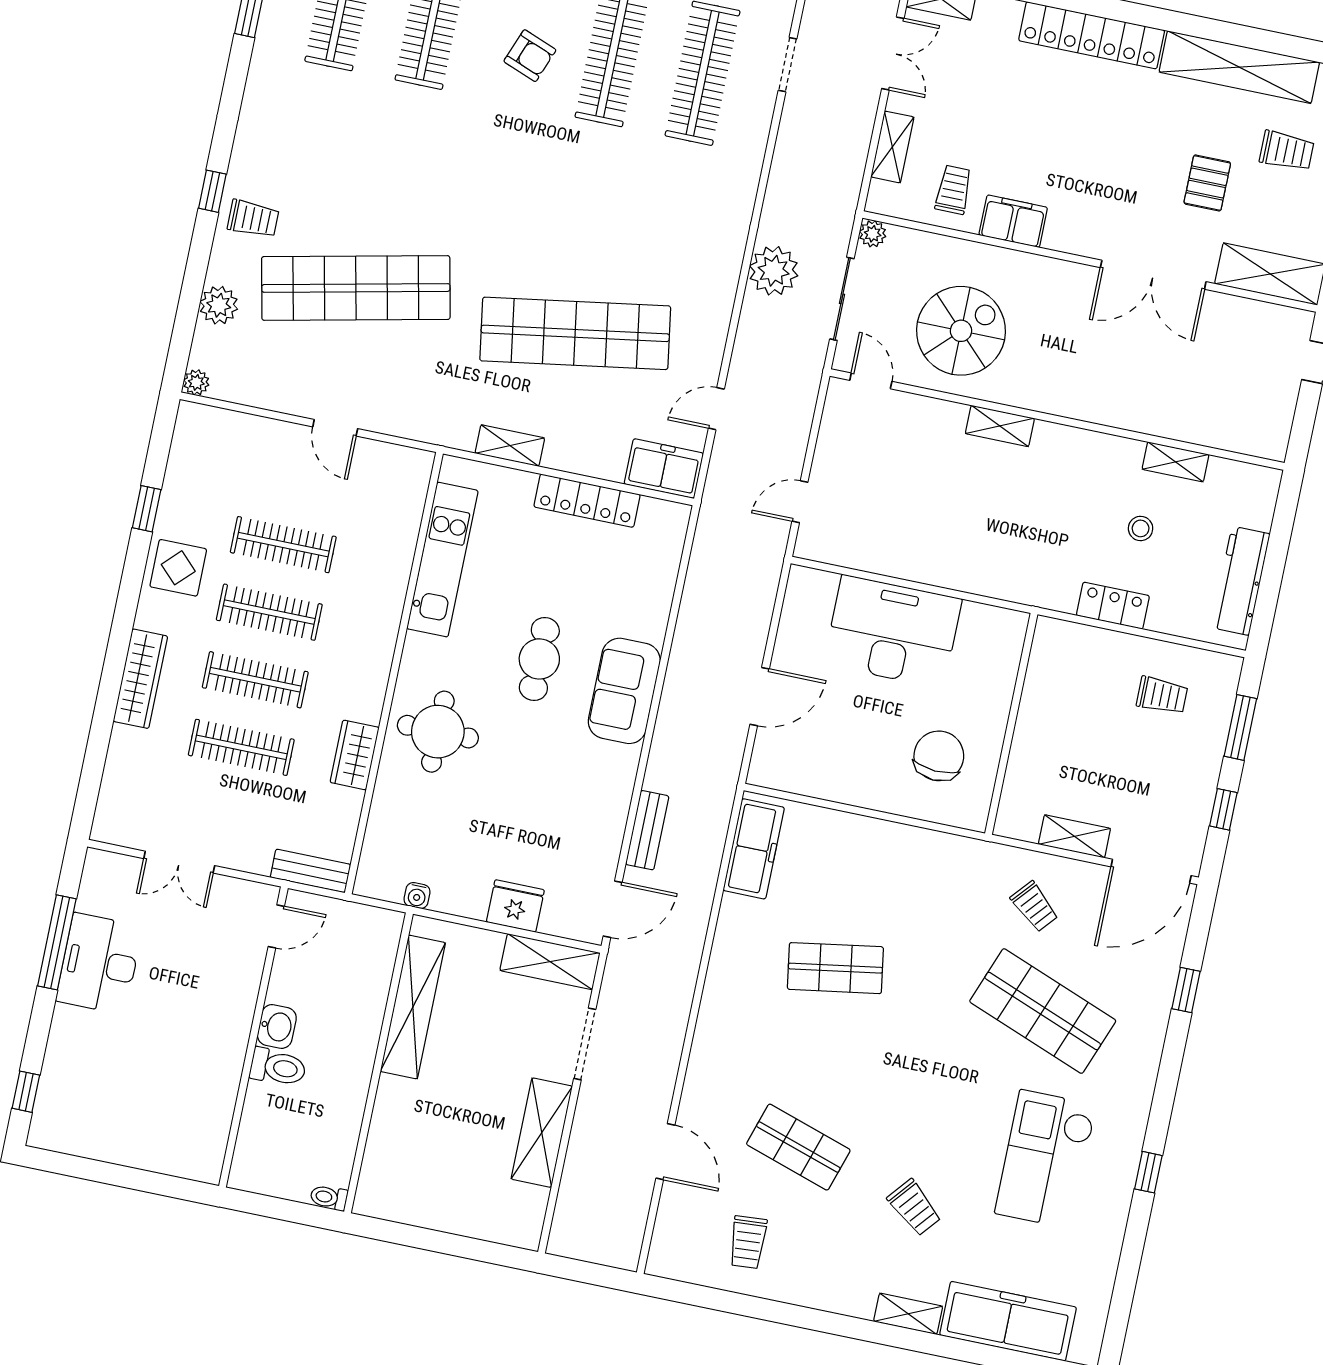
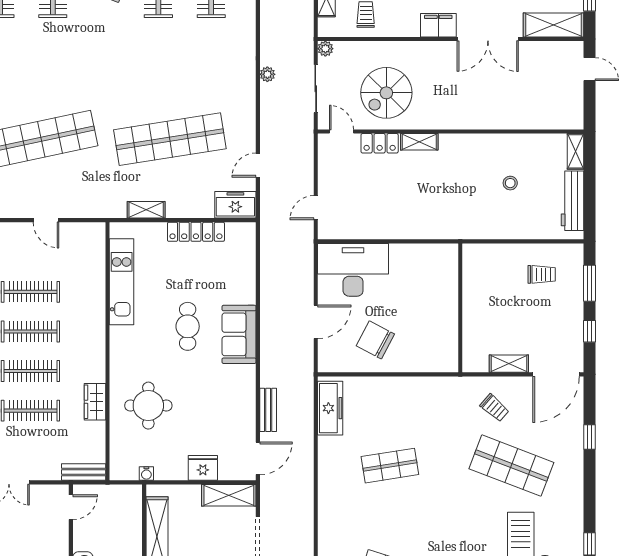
filing cabinet: (1013, 221) -> (438, 25), moved
plant: (774, 271) -> (267, 74), width x0.53, depth x0.53
spiral stairs: (961, 331) -> (386, 93), turned 180
shelving: (1176, 462) -> (576, 151), moved, turned 90
locker: (1113, 606) -> (380, 143), moved, turned 180
desk: (893, 632) -> (353, 270), moved
round table: (438, 732) -> (148, 406), moved
chair: (939, 756) -> (375, 340), moved, turned -65

